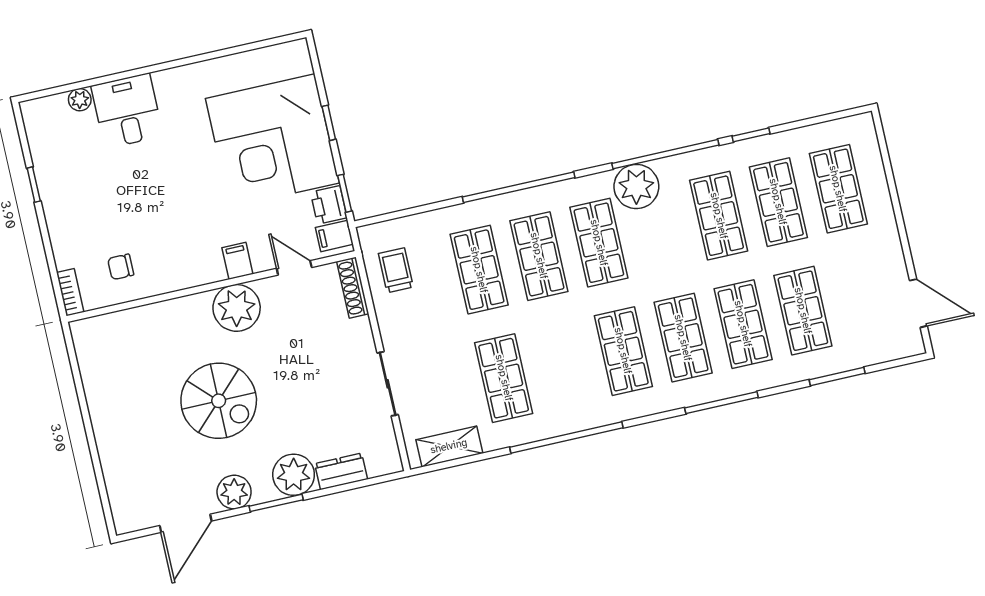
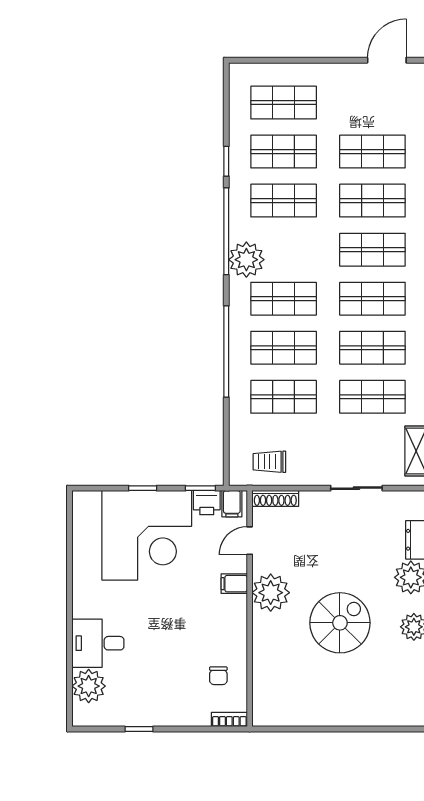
plant: (80, 100) -> (89, 686), width x1.87, depth x1.87
shop shelf: (563, 365) -> (372, 348), added

